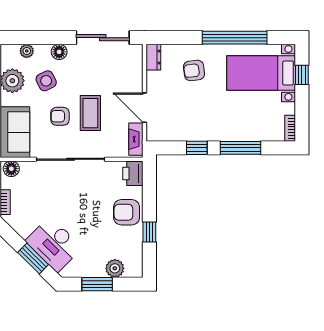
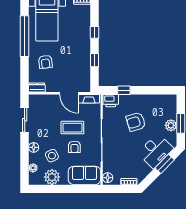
sliding door: (103, 38) -> (25, 120), width x0.73
door: (144, 108) -> (69, 93), hinge flipped
window: (241, 148) -> (94, 32), width x0.46
armchair: (127, 212) -> (136, 122), moved, turned 73
window: (149, 232) -> (124, 90), moved
plant: (115, 268) -> (171, 125), moved

